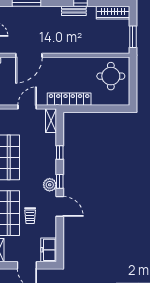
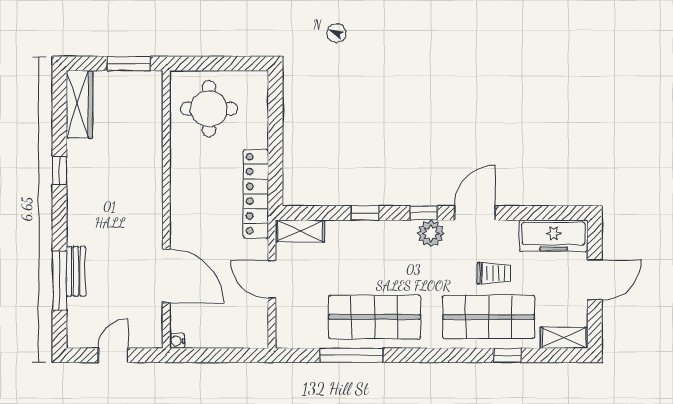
bench: (74, 11) -> (76, 271), moved
freezer: (49, 250) -> (554, 236), width x1.40

